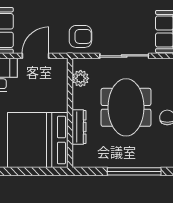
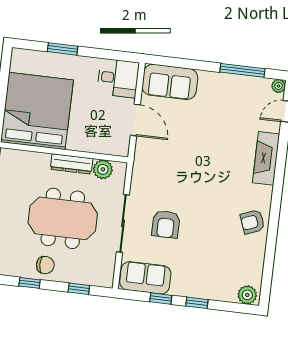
armchair: (80, 36) -> (166, 224), moved
dresser: (79, 127) -> (72, 164), moved

